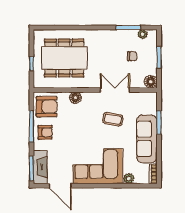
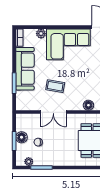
floor lamp: (151, 82) -> (22, 137), moved

